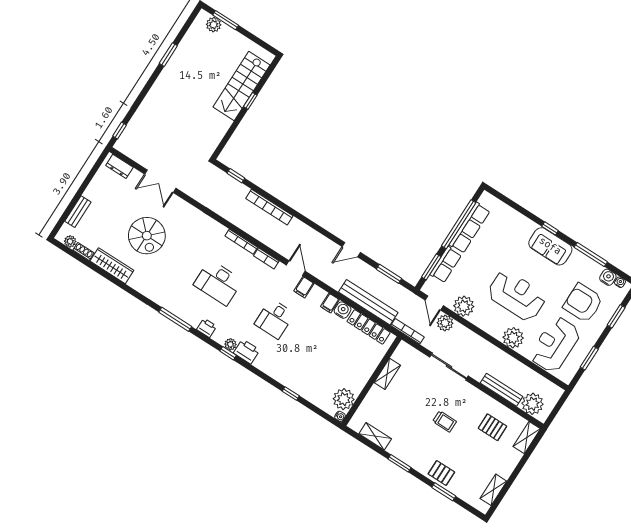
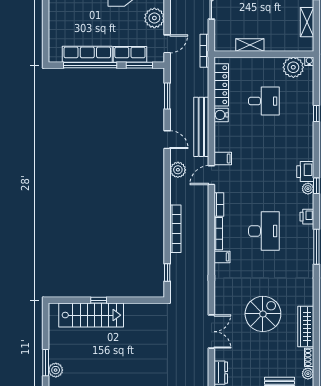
bench: (368, 302) -> (201, 127), moved
filing cabinet: (330, 303) -> (222, 257), moved
desk: (274, 319) -> (264, 101), moved
plant: (445, 323) -> (178, 170), moved

